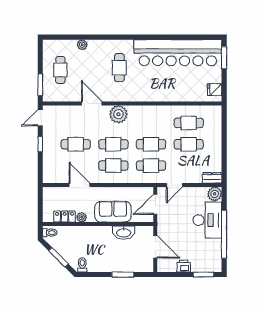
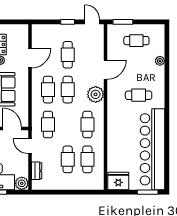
fridge: (215, 90) -> (118, 181), width x1.88, depth x1.34
cafe table: (151, 144) -> (87, 124), moved
dresser: (212, 178) -> (37, 171), moved

